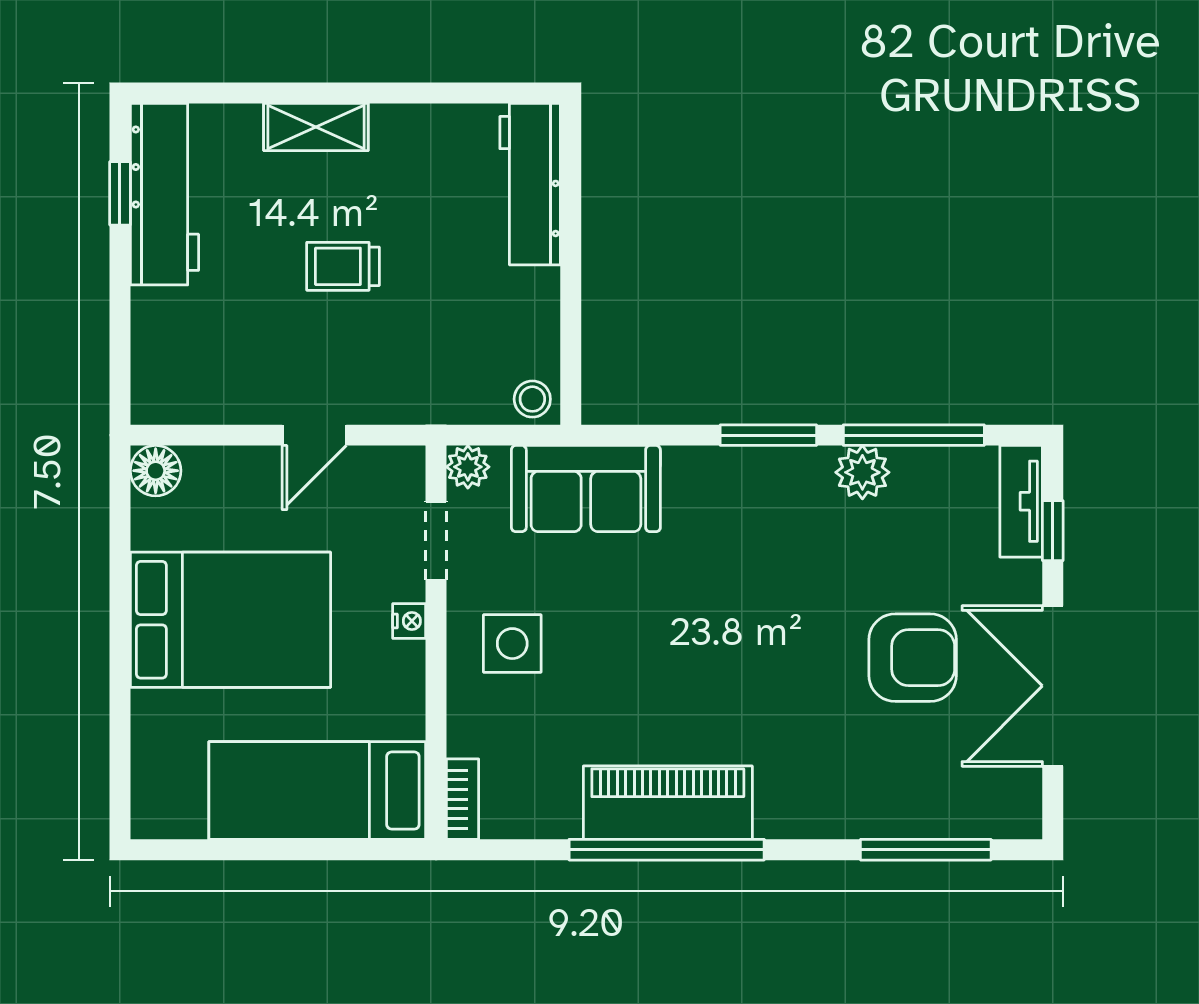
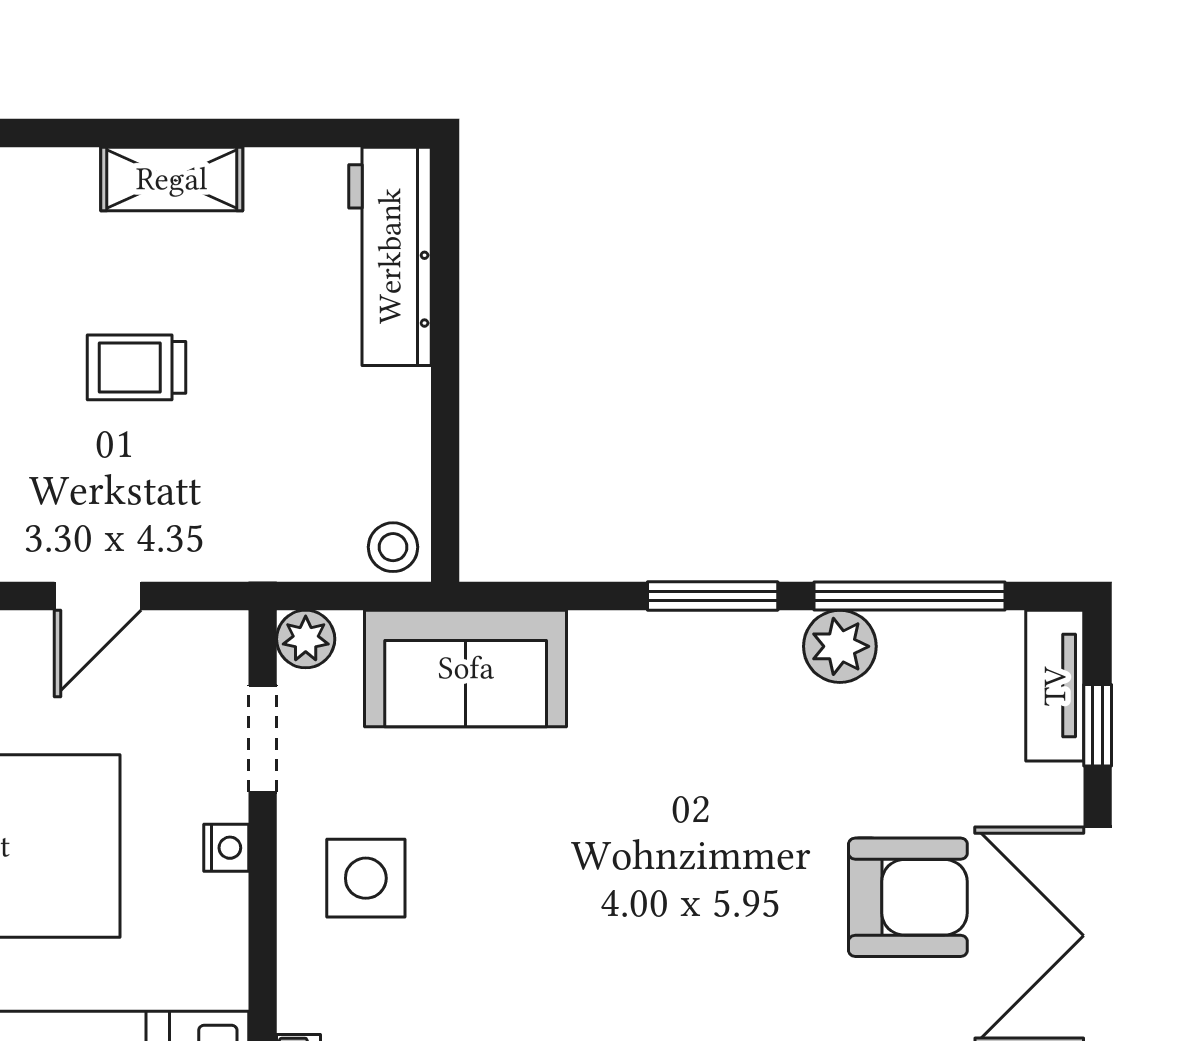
shelving: (316, 127) -> (172, 179), moved

